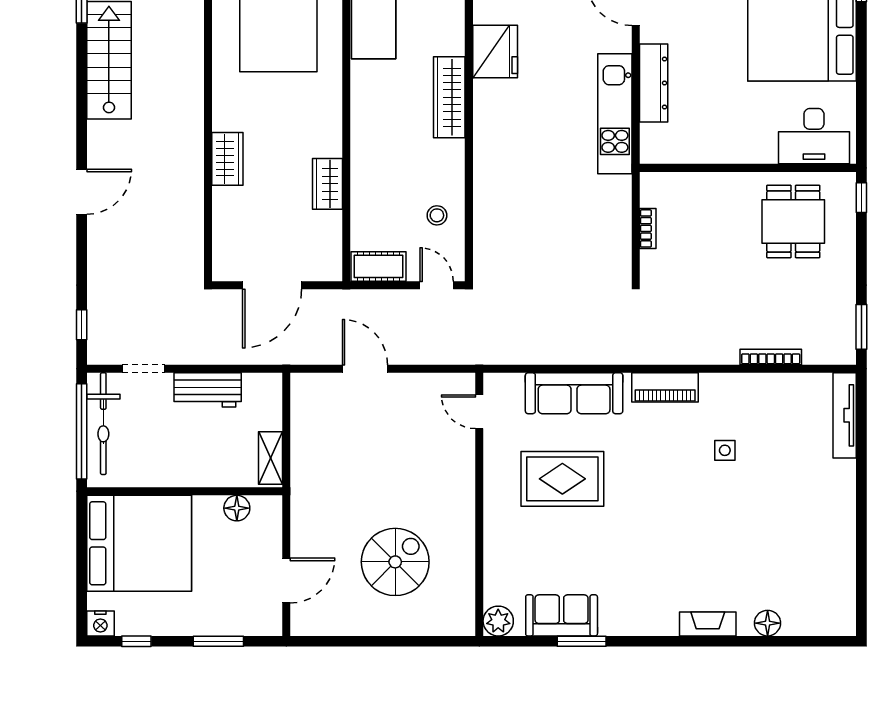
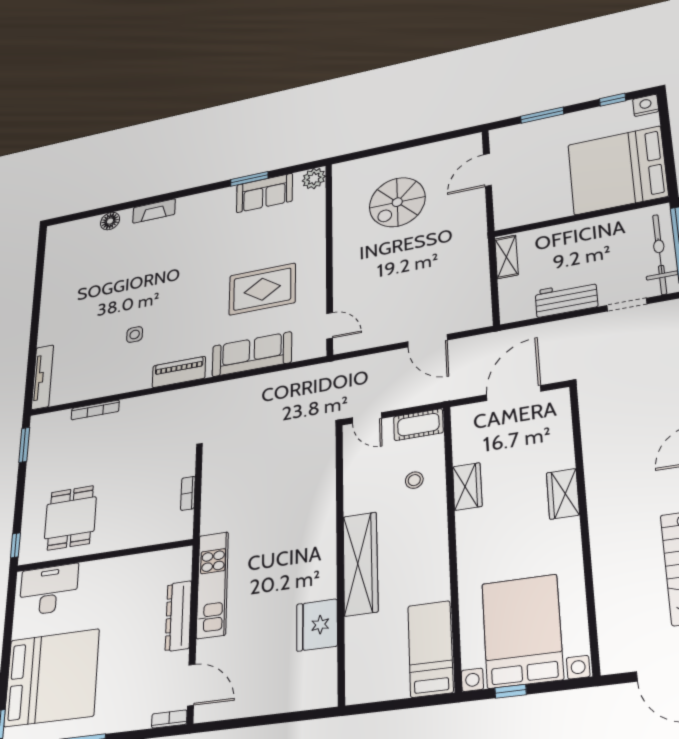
wardrobe: (449, 97) -> (360, 564), width x1.40, depth x1.17
stool: (437, 215) -> (414, 480), moved
floor lamp: (237, 508) -> (533, 214), removed

